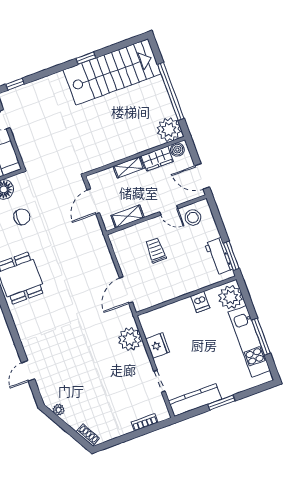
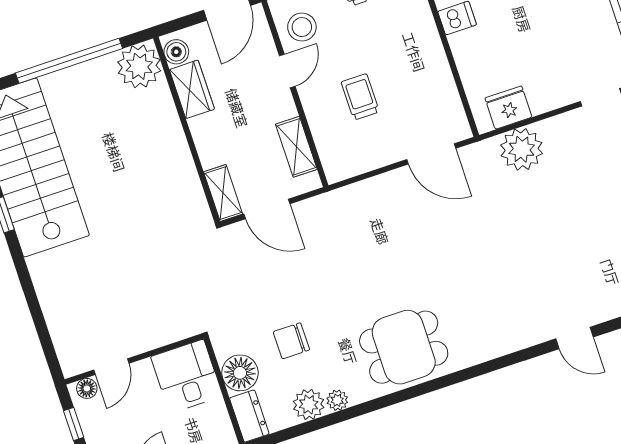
window: (15, 84) -> (48, 346), removed
shelving: (129, 167) -> (223, 193), moved
chair: (22, 217) -> (291, 341), turned -90
trolley: (156, 250) -> (360, 97), turned 90
fridge: (158, 346) -> (508, 108), moved

